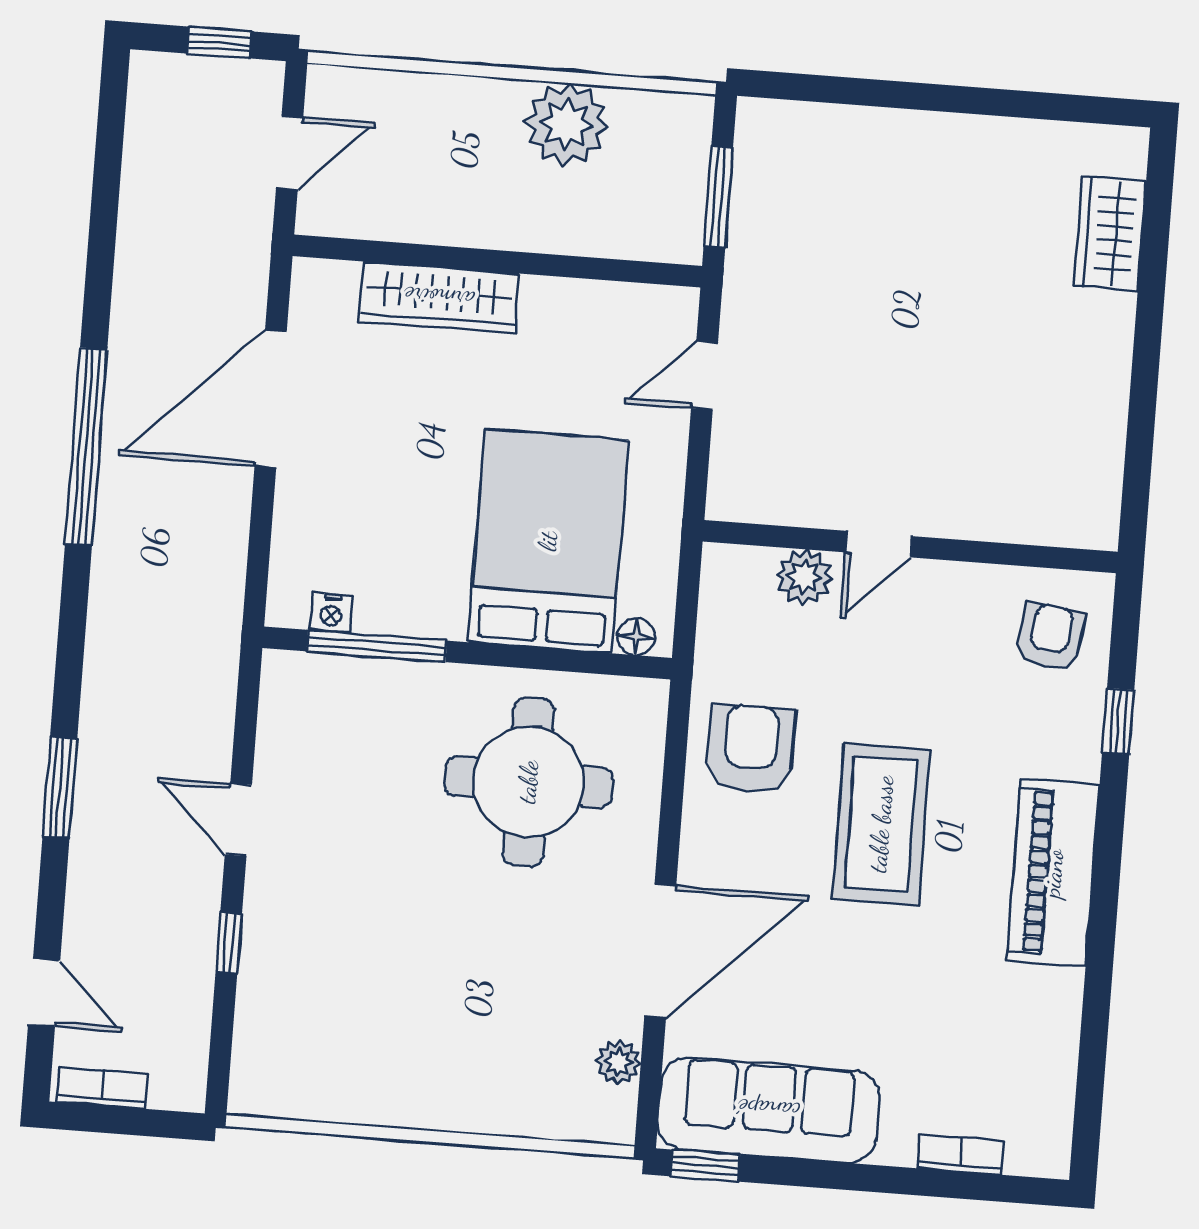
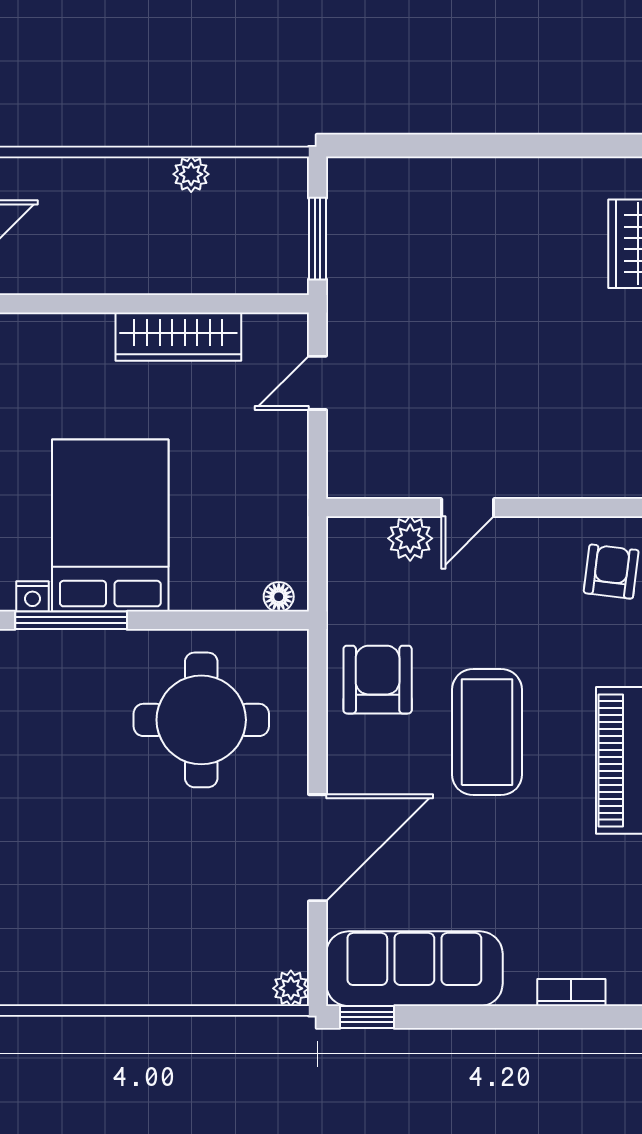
plant: (566, 124) -> (191, 174), width x0.53, depth x0.53
wardrobe: (439, 298) -> (178, 337), moved
bed: (548, 541) -> (110, 526), moved
plant: (619, 1062) -> (291, 988), moved

